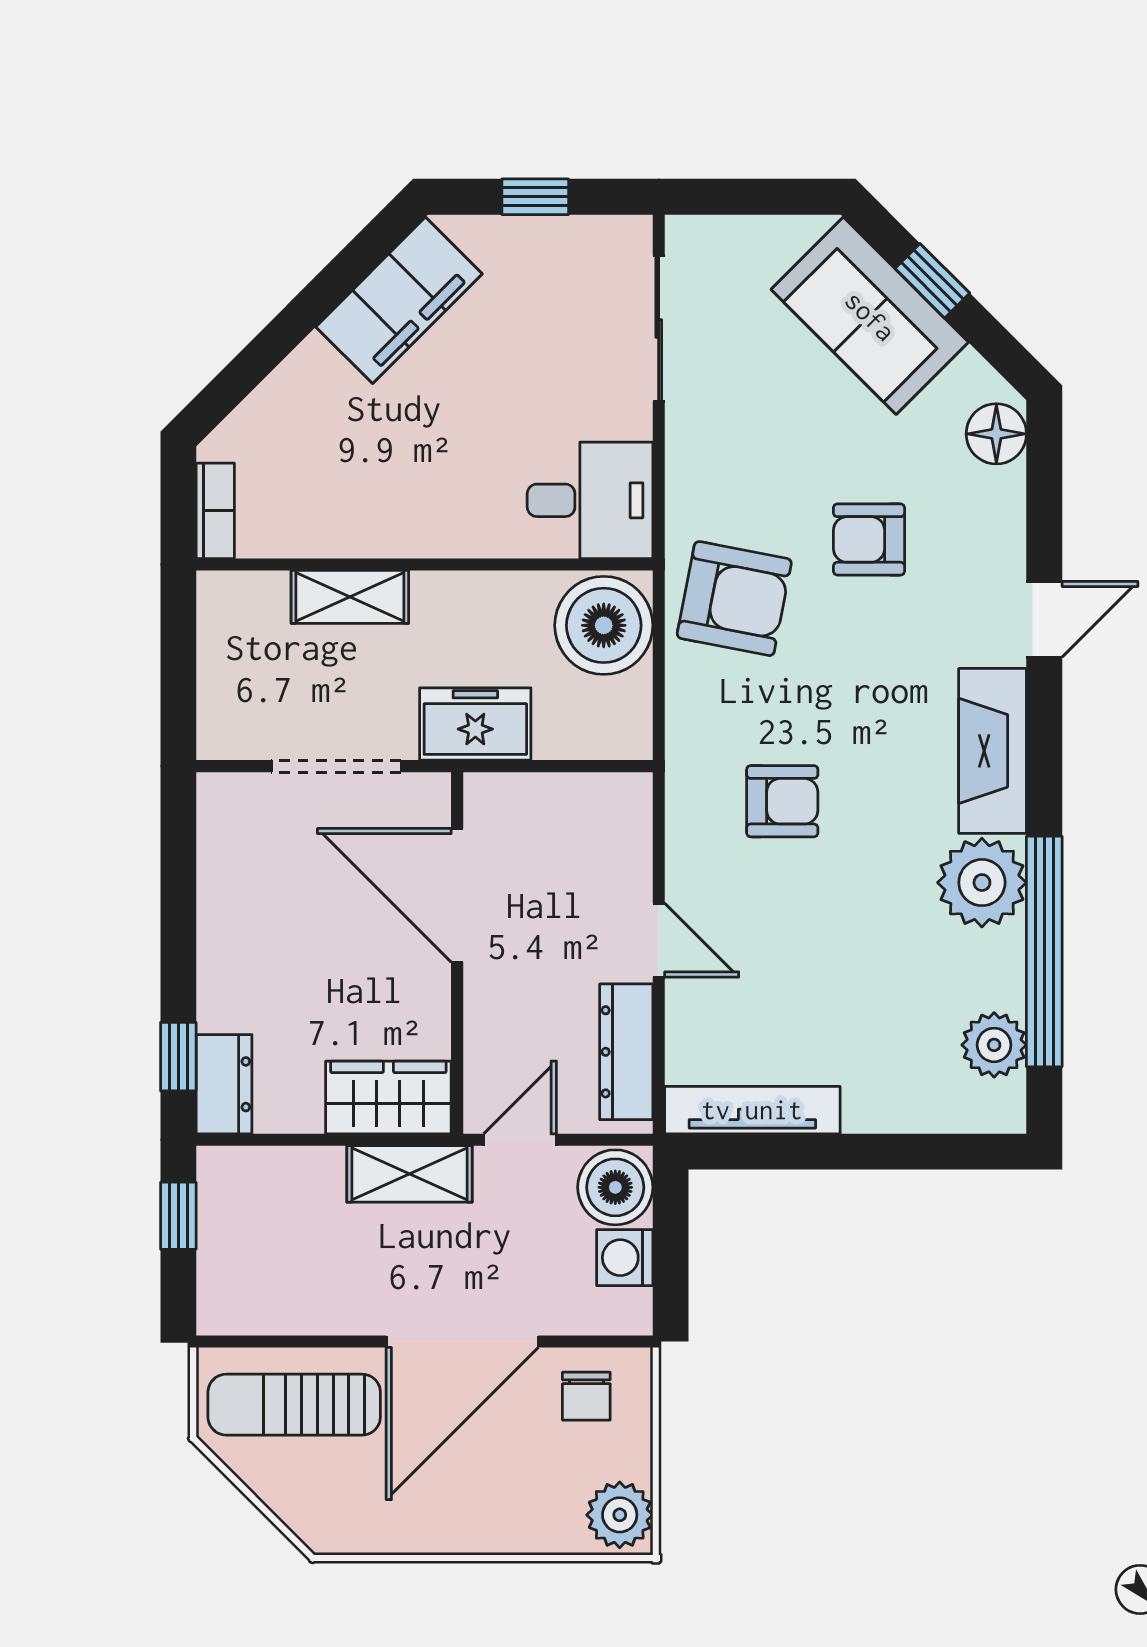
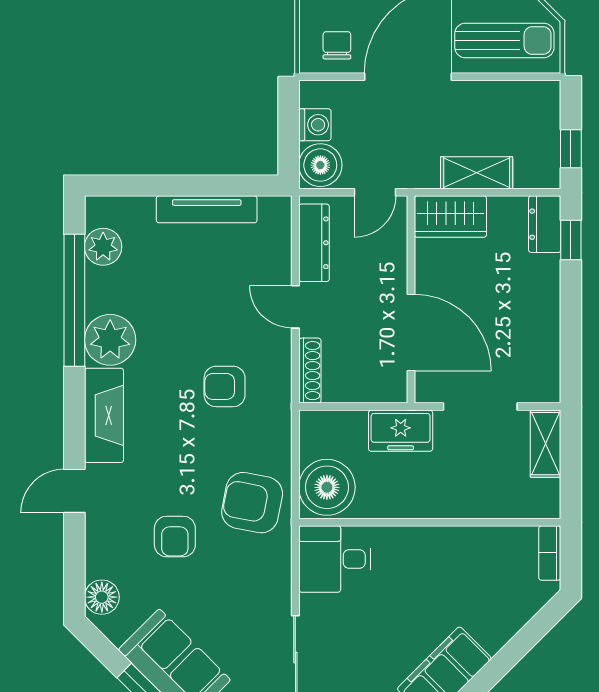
armchair: (869, 539) -> (175, 537), turned 90
shelving: (350, 597) -> (545, 444), moved, turned 90
shoe rack: (633, 829) -> (310, 371), added
tv unit: (752, 1110) -> (207, 209), moved
shelving: (409, 1174) -> (477, 173), moved

